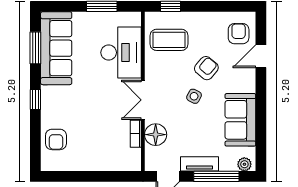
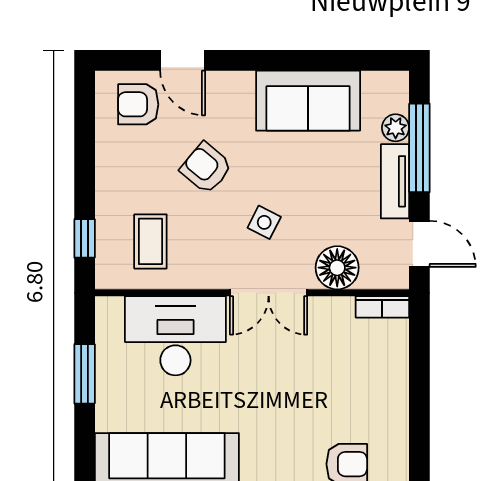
coffee table: (169, 40) -> (150, 241), width x0.73, depth x0.77
side table: (194, 96) -> (264, 222), moved
bookcase: (136, 134) -> (382, 307), moved
plant: (244, 164) -> (396, 128), moved

